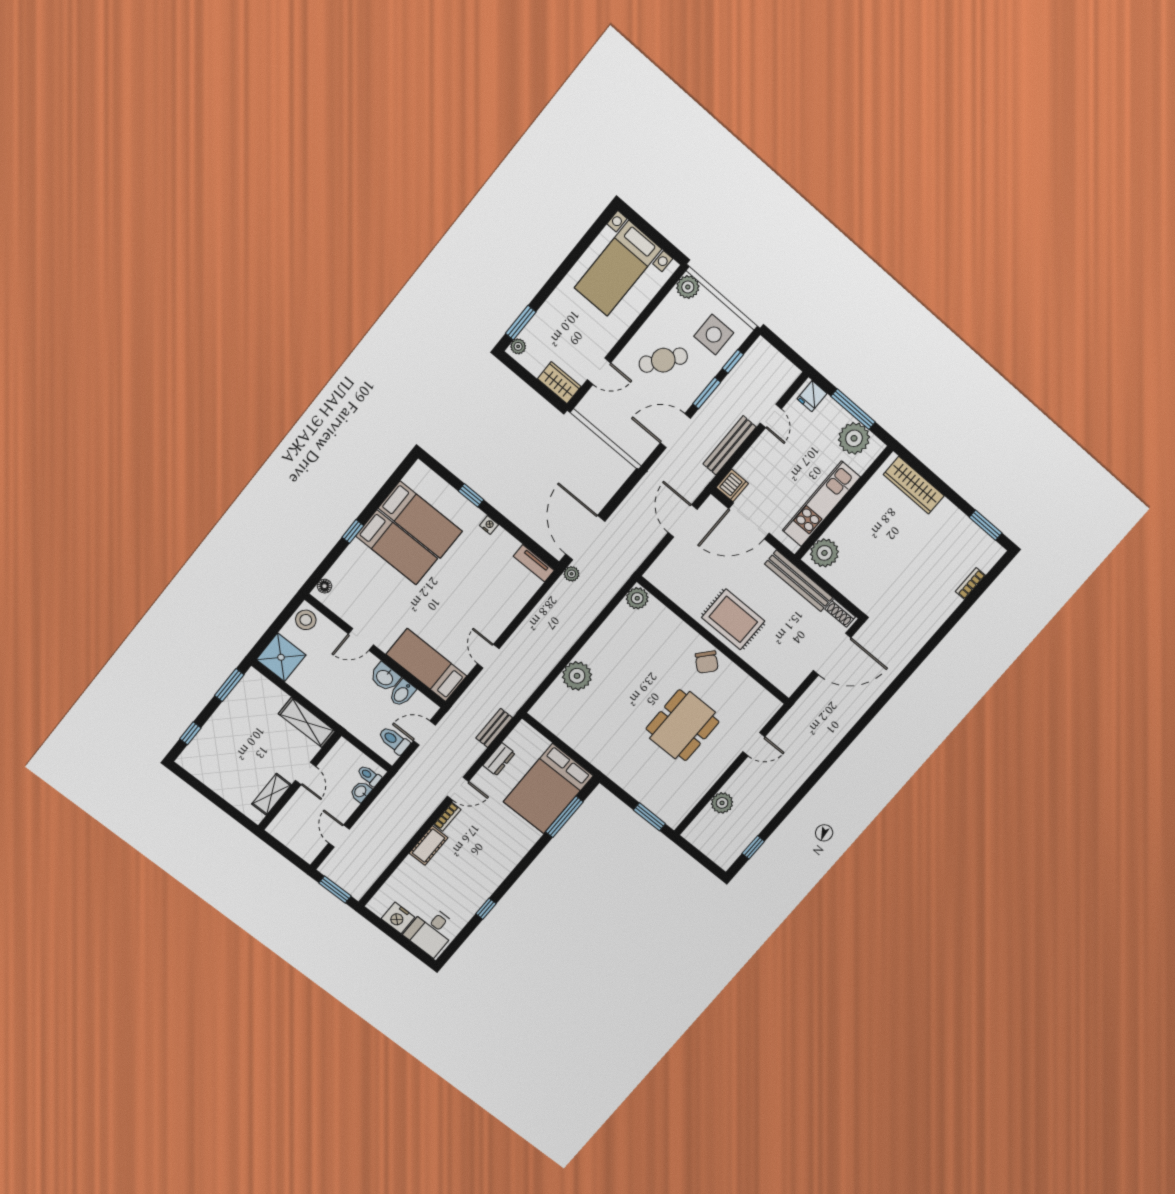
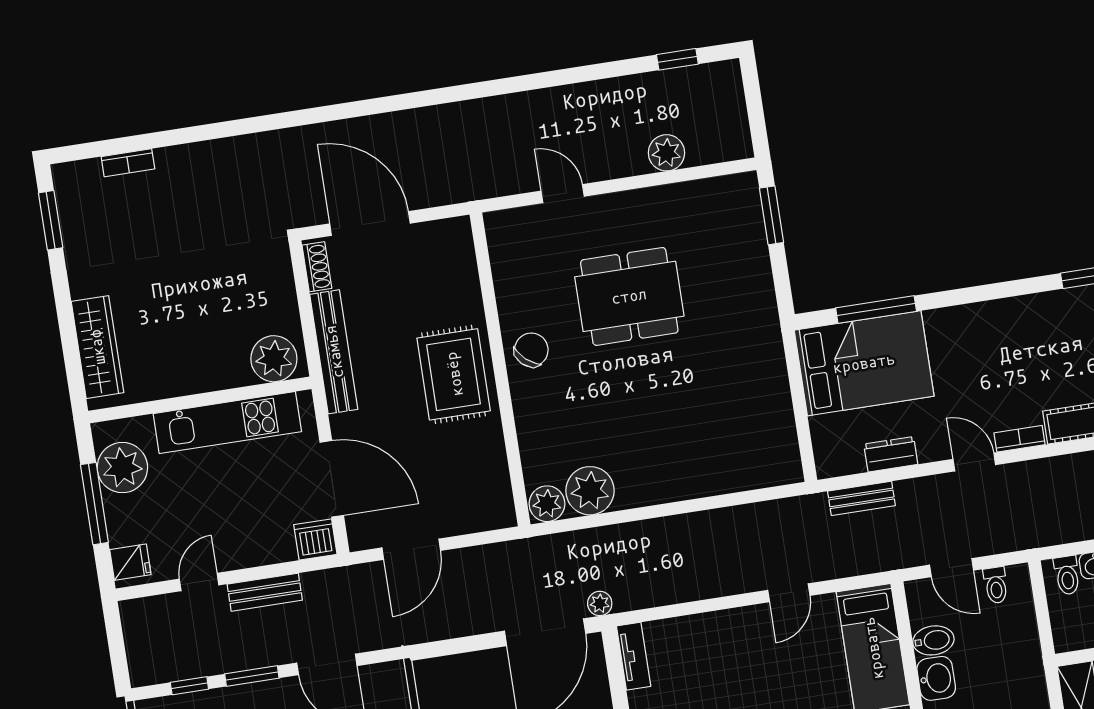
bench: (730, 445) -> (265, 592), width x0.73
plant: (577, 676) -> (590, 491), moved
toilet: (394, 740) -> (996, 585), width x0.73, depth x0.72

